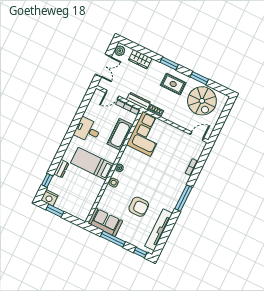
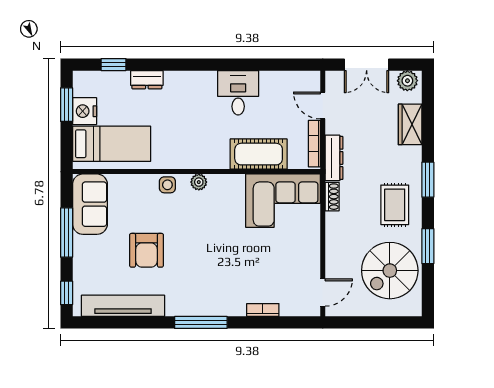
door: (197, 136) -> (323, 293), hinge flipped
bed: (92, 164) -> (112, 144), moved, turned 90
nightstand: (49, 198) -> (85, 111), moved

